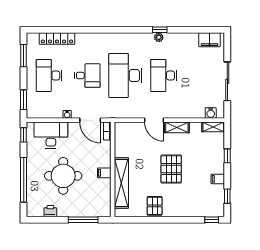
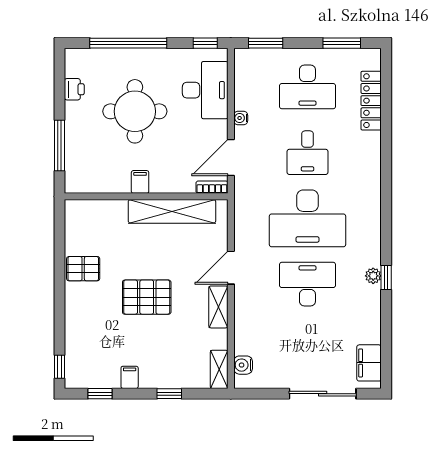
desk: (49, 76) -> (307, 87), turned 180
desk: (125, 76) -> (307, 218), turned 180
sliding door: (227, 81) -> (323, 394), moved
shelving: (121, 183) -> (172, 211), moved

